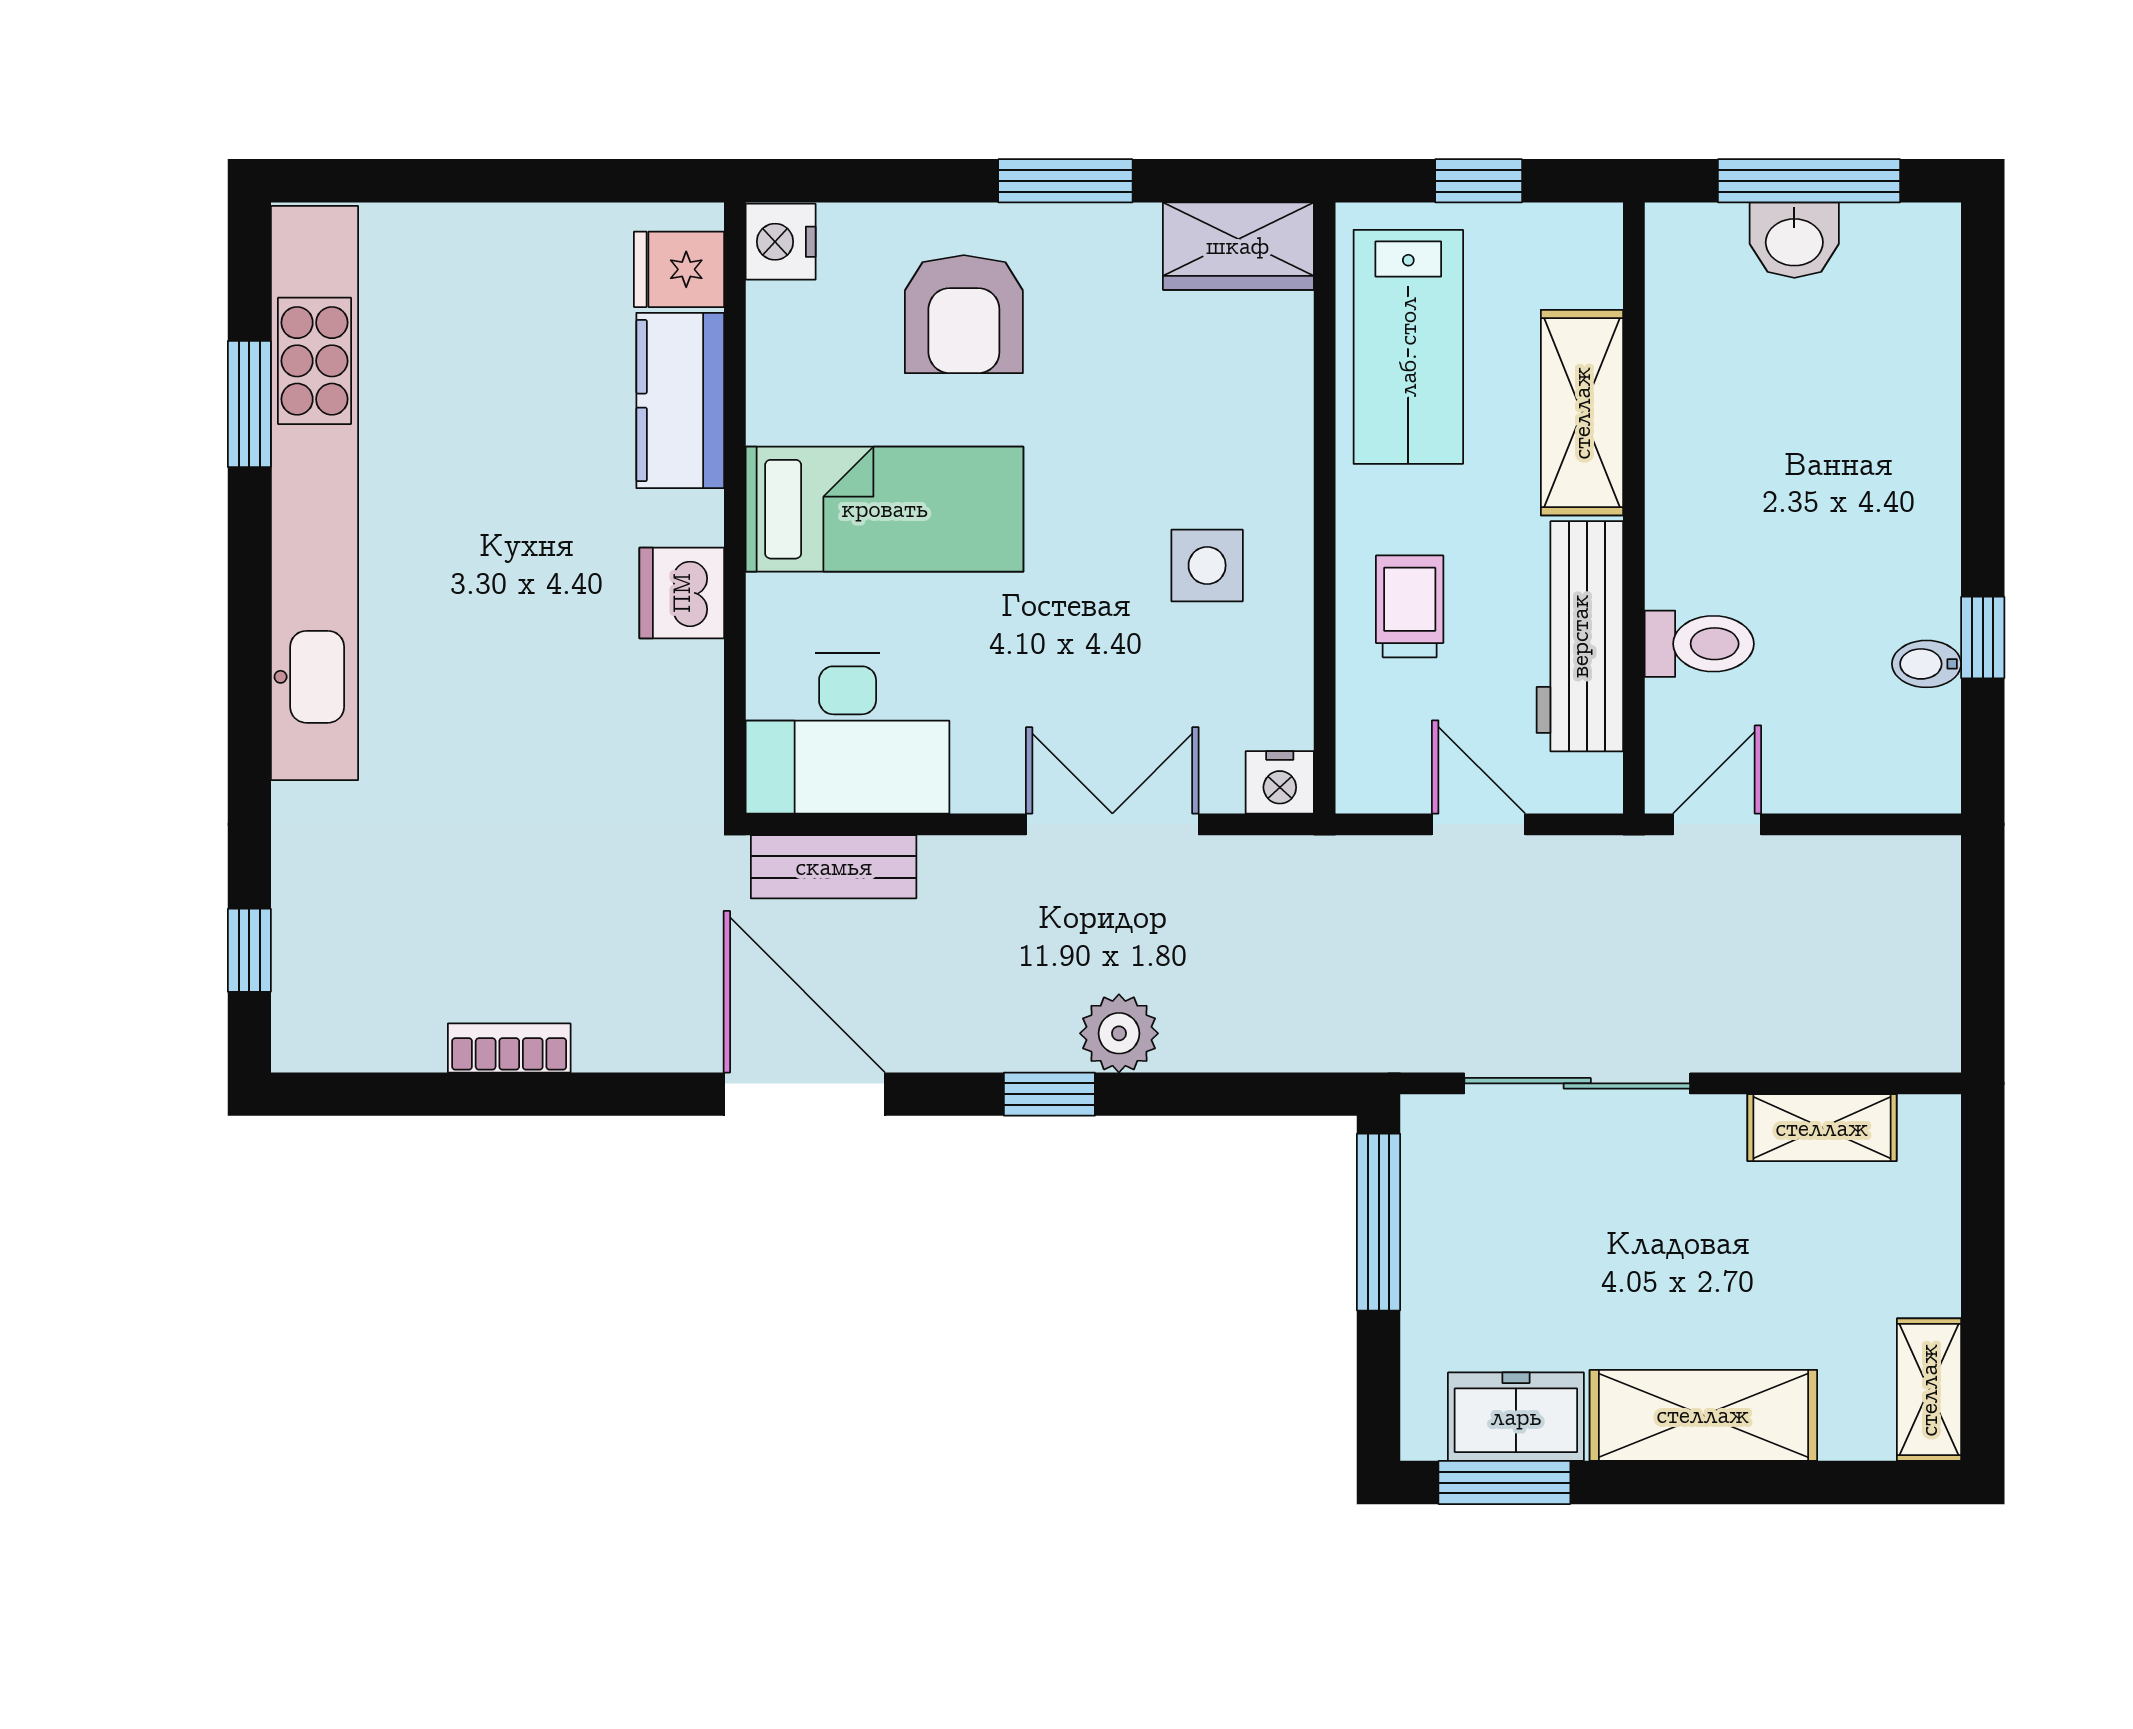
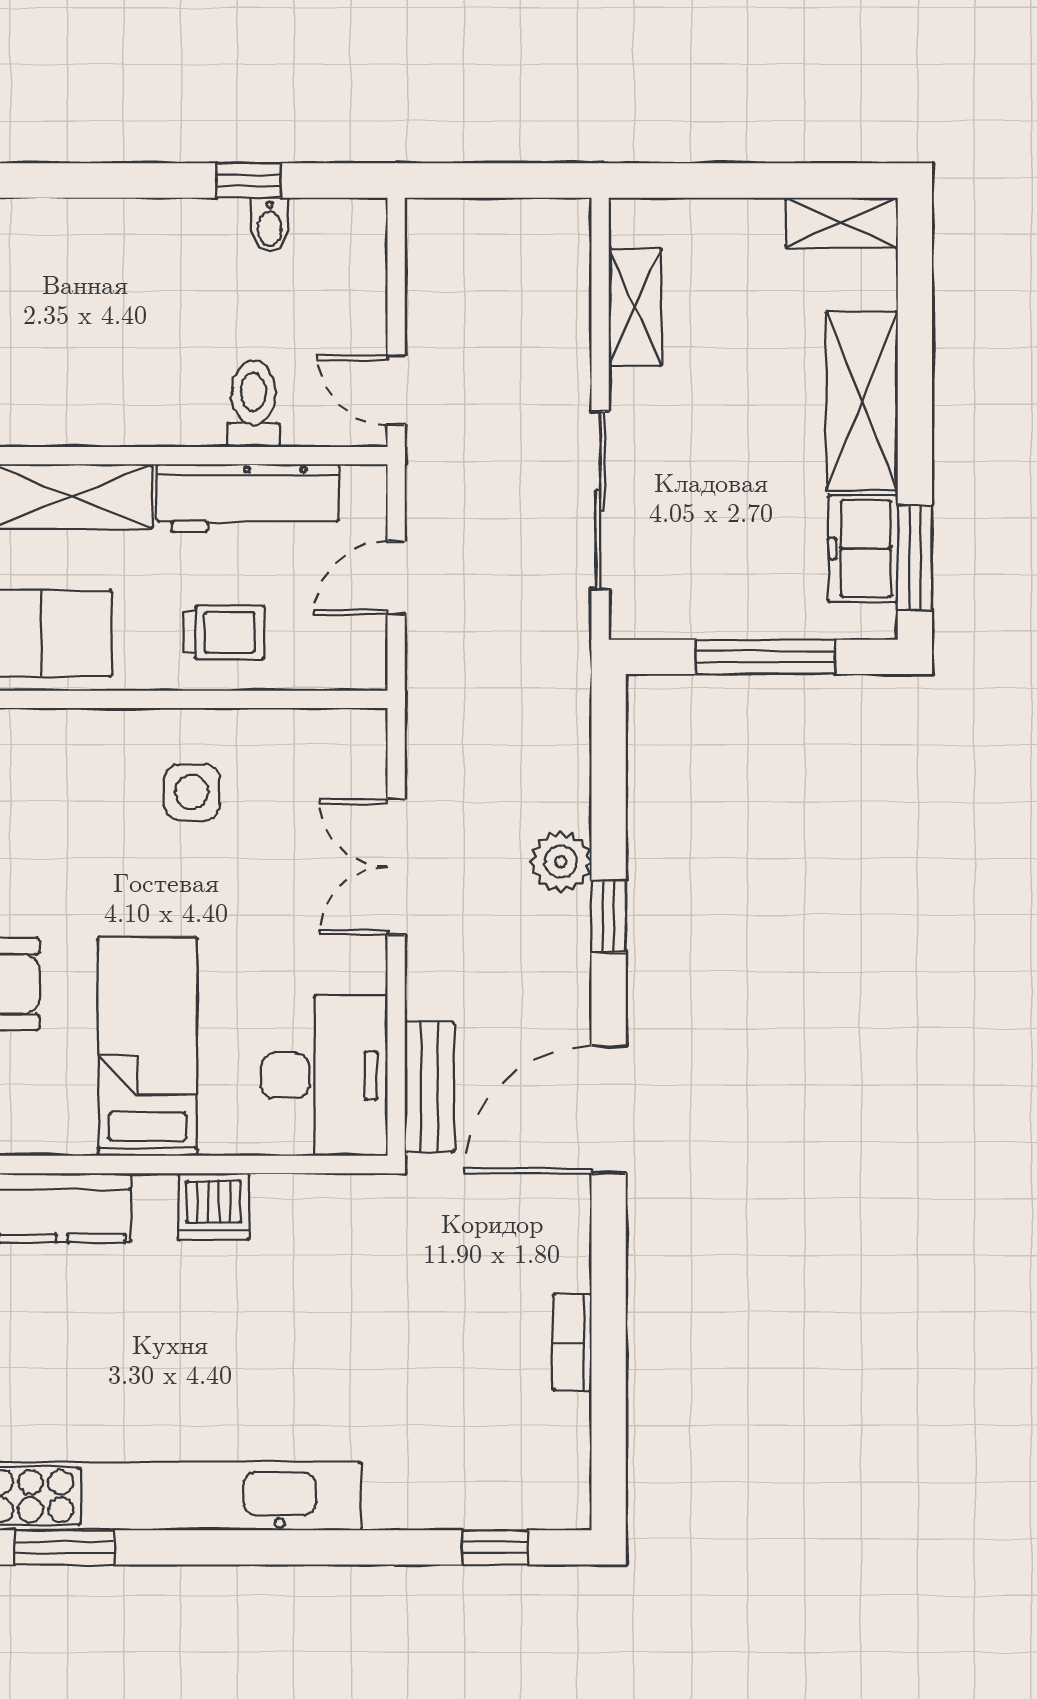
trolley: (1410, 606) -> (224, 632), turned 180
nightstand: (1280, 782) -> (363, 735), removed
window: (1379, 1222) -> (765, 657), moved

